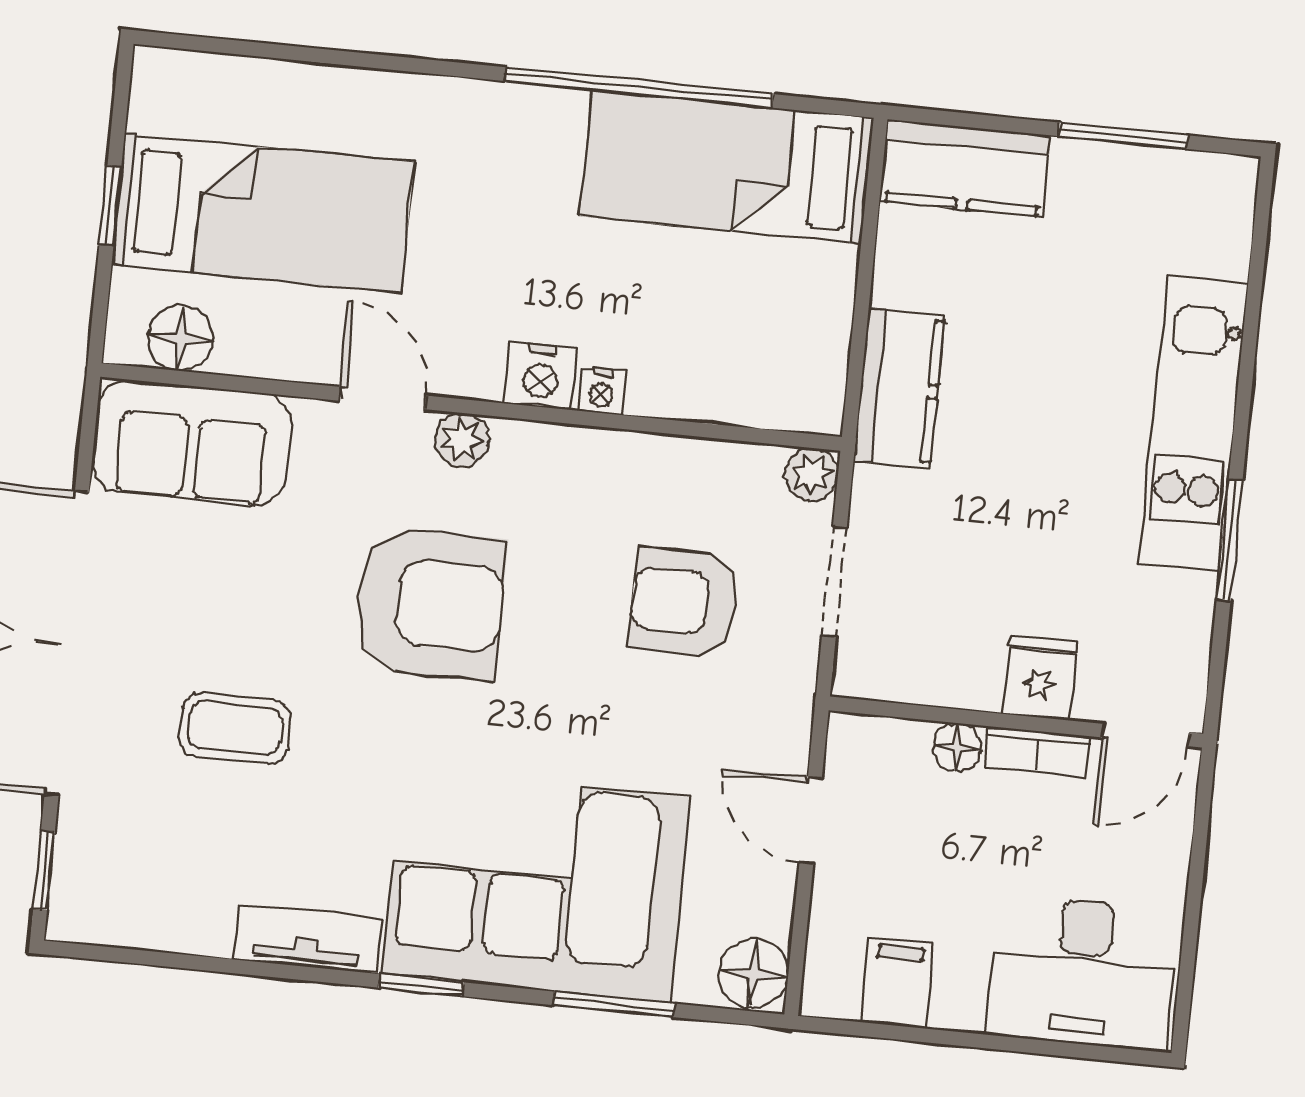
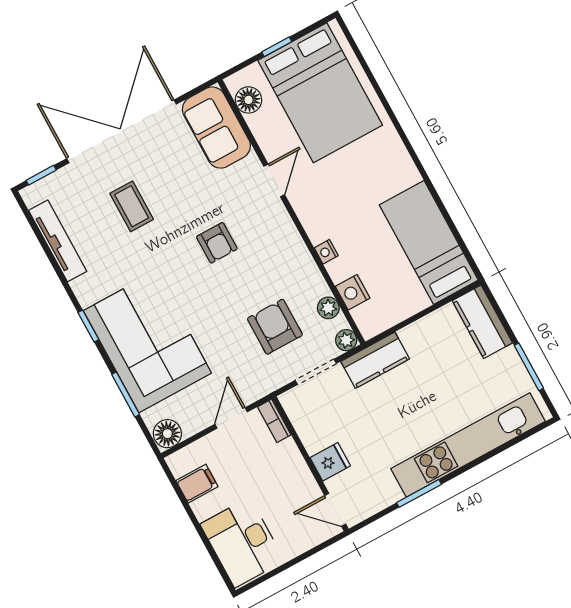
window: (639, 88) -> (435, 195), removed
bed: (263, 213) -> (320, 93), width x1.50
nightstand: (541, 376) -> (353, 292), moved
kitchen counter: (899, 388) -> (375, 360), moved
kitchen unit: (1193, 423) -> (468, 445), width x1.36
plant: (462, 440) -> (328, 308), moved
armchair: (430, 604) -> (217, 243), width x0.53, depth x0.53
floor lamp: (957, 747) -> (288, 450), removed
bookcase: (1038, 751) -> (274, 421), moved
tv unit: (308, 939) -> (58, 241), moved, width x1.41

